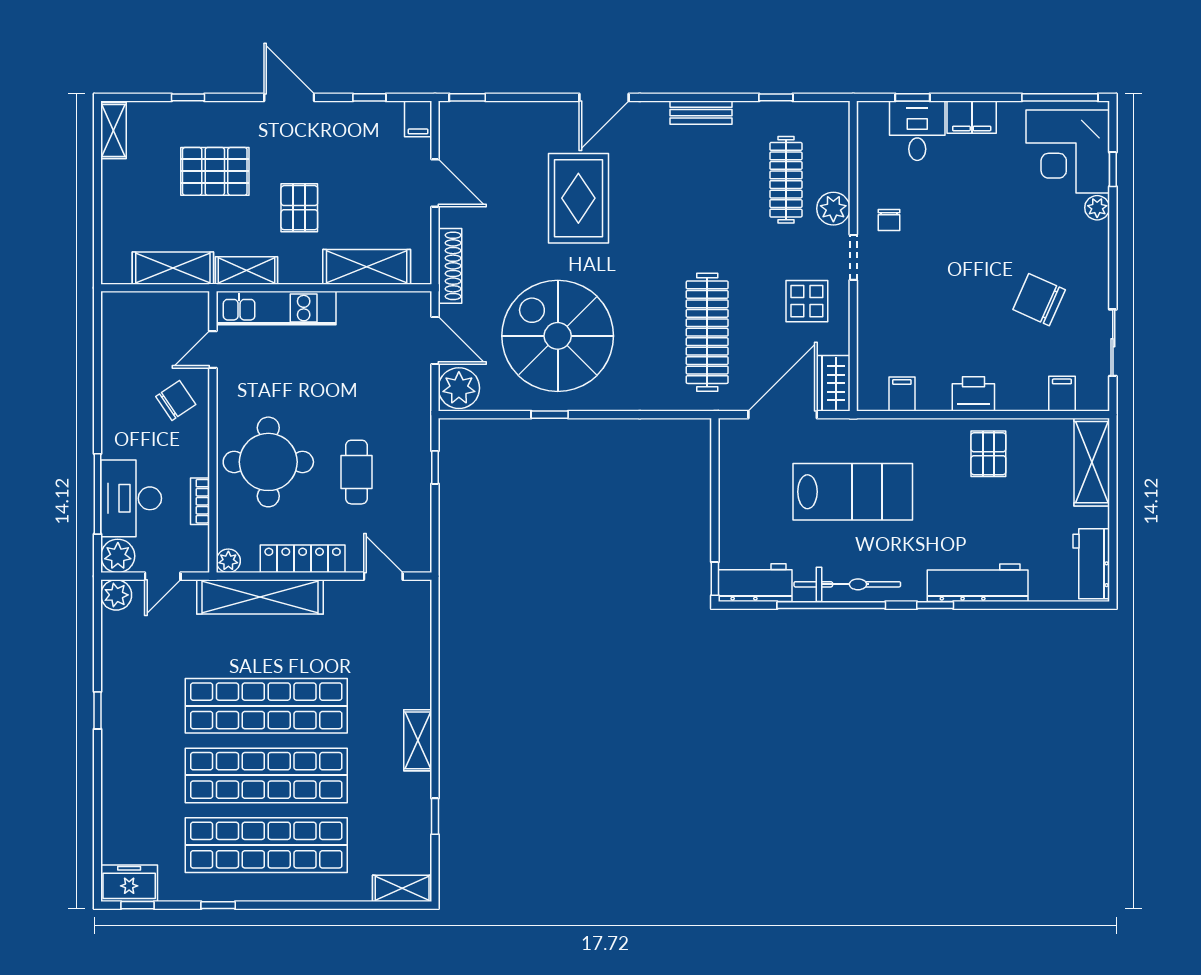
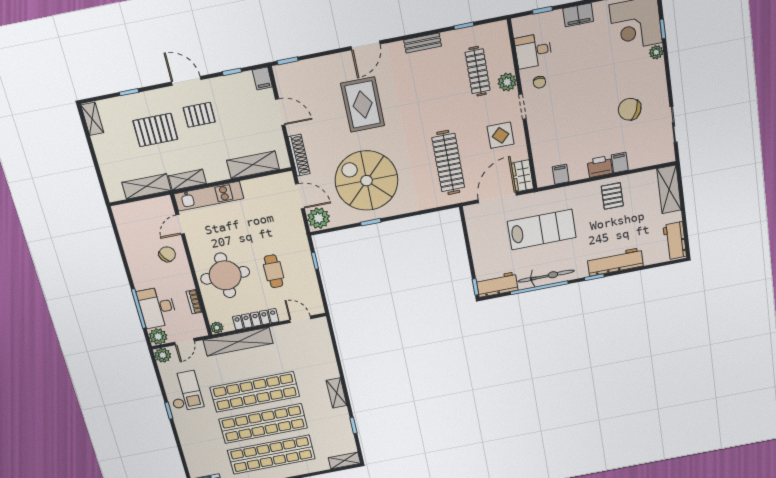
desk: (917, 131) -> (533, 51), moved, turned -90
pallet: (299, 208) -> (199, 115), moved, turned 90
filing cabinet: (1062, 394) -> (620, 163), moved
checkout: (137, 677) -> (185, 391), added

